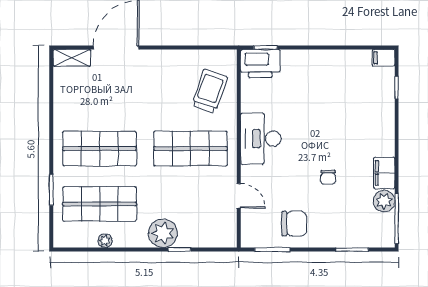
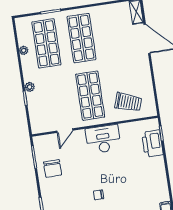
printer: (260, 64) -> (152, 144), moved
chair: (328, 177) -> (98, 195), moved
plant: (163, 233) -> (30, 87), width x0.53, depth x0.53

